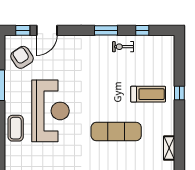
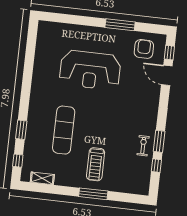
window: (106, 30) -> (159, 141), moved
armchair: (22, 57) -> (144, 49), turned -57
window: (179, 93) -> (93, 194), width x2.17
coffee table: (16, 128) -> (78, 35), removed

